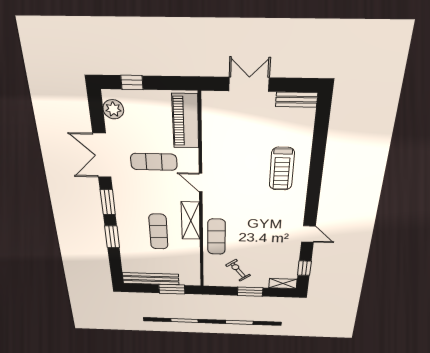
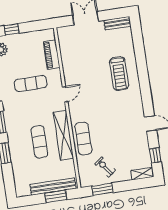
piano: (185, 121) -> (52, 55), width x0.73, depth x0.75
door: (201, 183) -> (65, 94), swing flipped
shelving: (191, 221) -> (63, 135), width x1.47
bench: (151, 279) -> (53, 186), moved
window: (250, 292) -> (102, 189), moved

